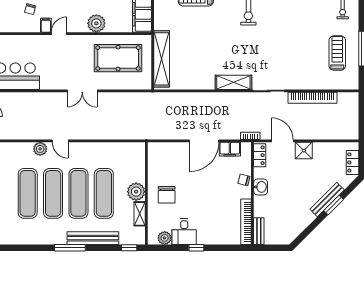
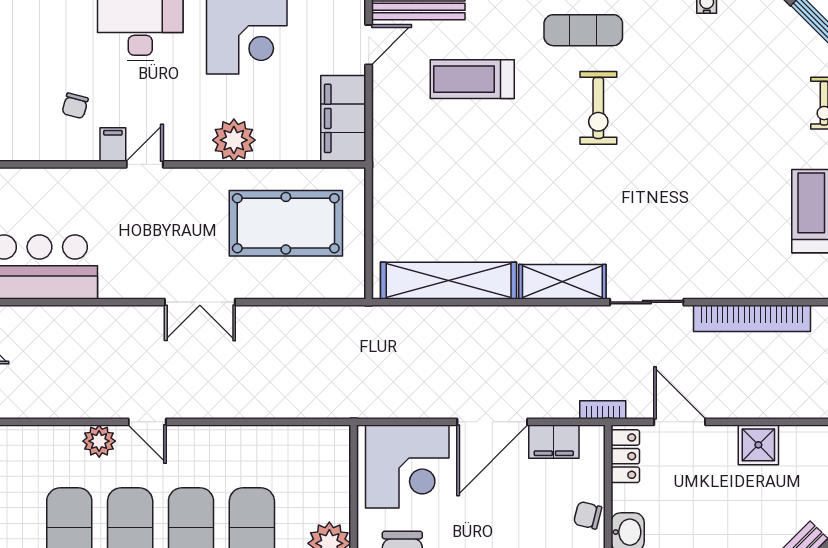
shelving: (162, 59) -> (449, 281), moved, turned 90
shower: (304, 151) -> (758, 445), moved
corner desk: (169, 160) -> (407, 466), added

